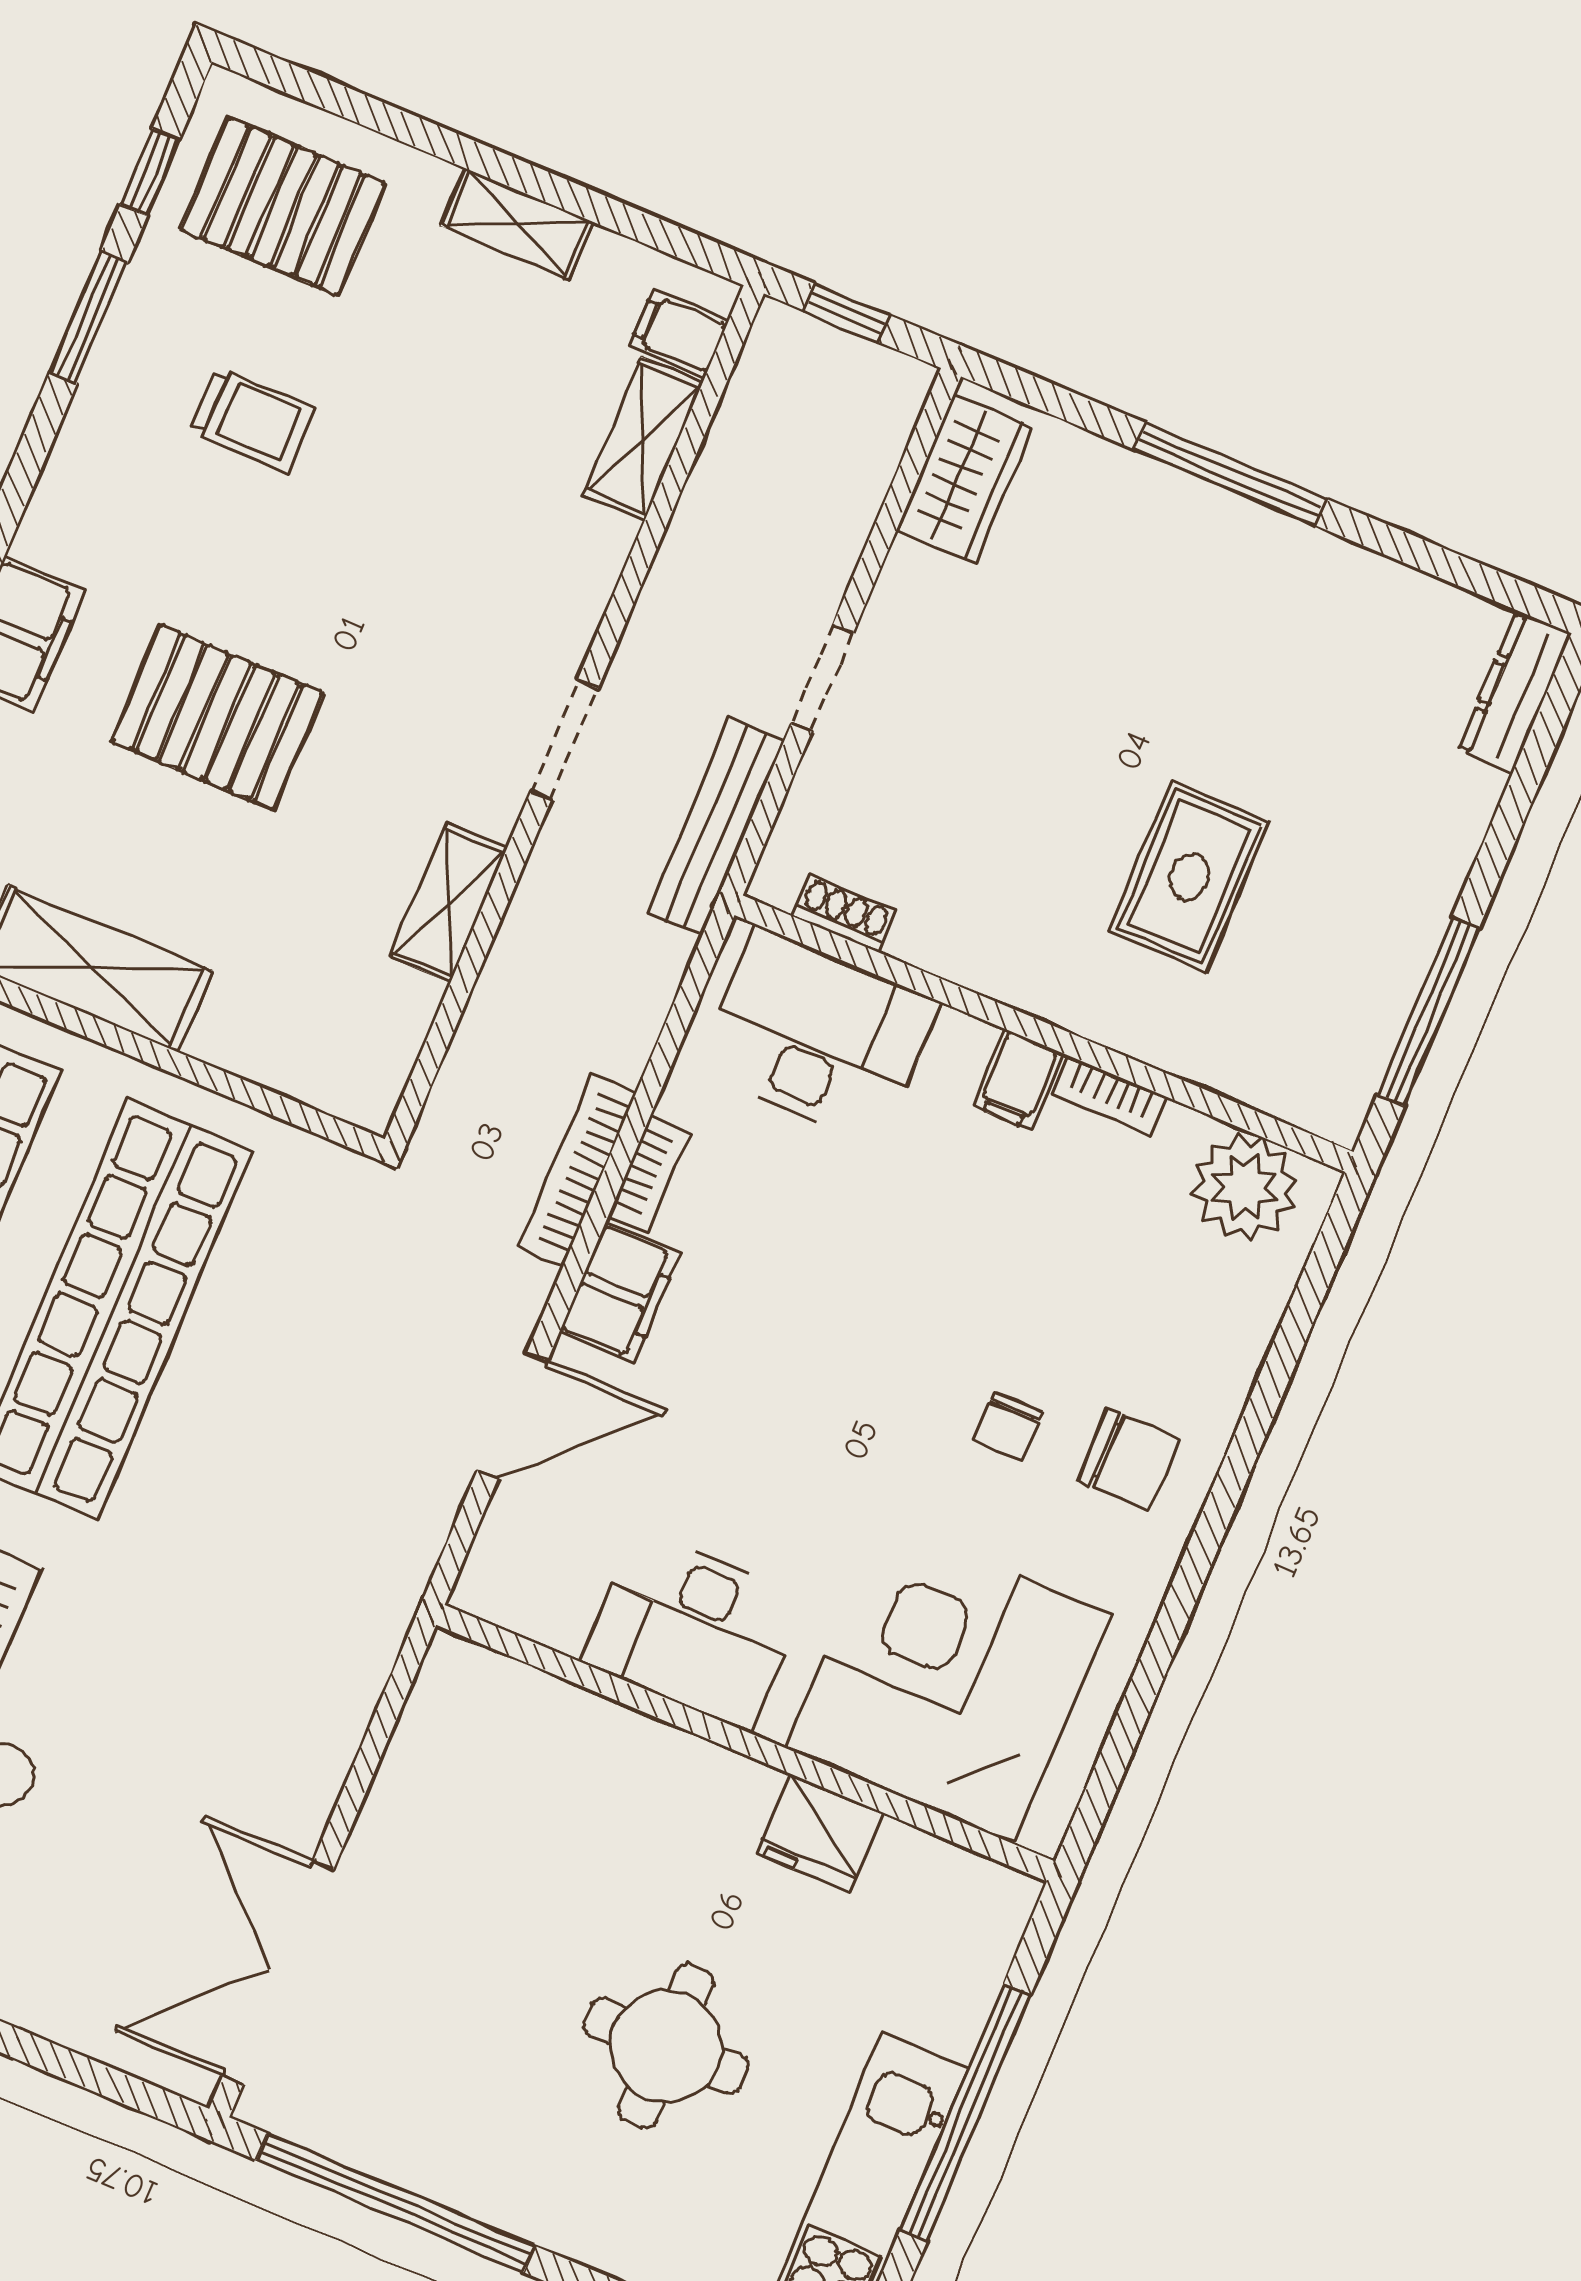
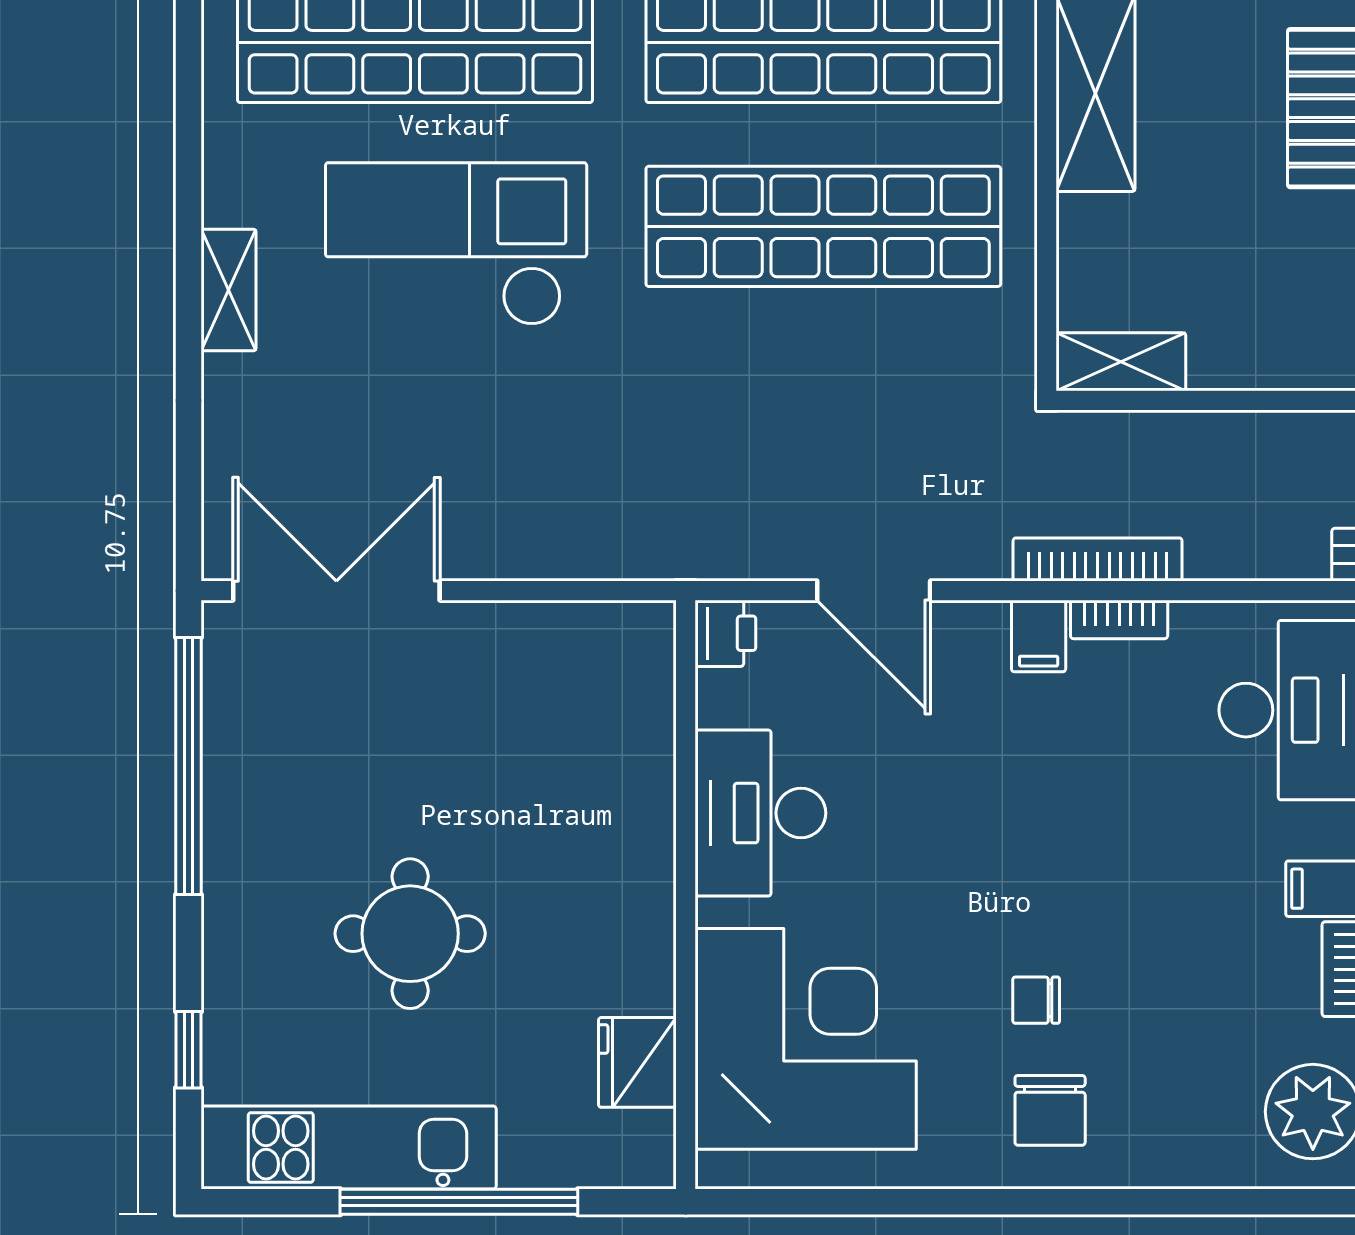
shelving: (449, 903) -> (1121, 362), moved
filing cabinet: (620, 1292) -> (1039, 636), width x0.50
printer: (492, 1588) -> (725, 633), added
fridge: (820, 1833) -> (637, 1062), moved

